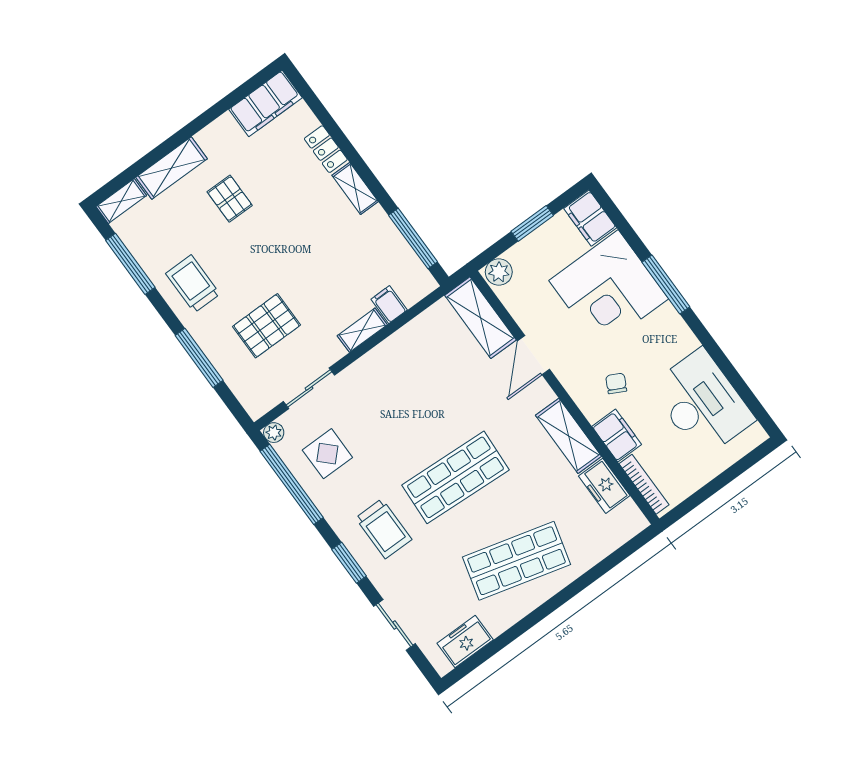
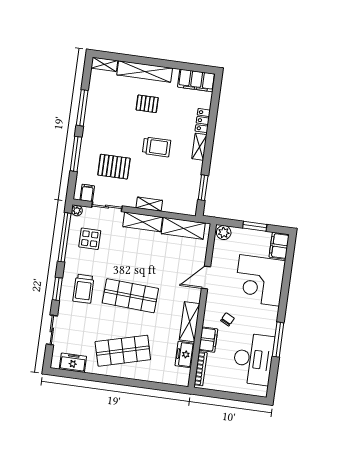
shelving: (172, 168) -> (145, 71), width x1.47
pallet: (230, 199) -> (147, 104), turned 90
window: (413, 239) -> (203, 188), width x0.69
window: (130, 264) -> (82, 108), moved
trolley: (193, 284) -> (157, 147), moved, turned 90
window: (666, 284) -> (278, 340), moved
filing cabinet: (389, 305) -> (87, 193), moved
shelving: (480, 318) -> (183, 228), moved, turned 90
shelving: (376, 363) -> (143, 222), added
shop shelf: (516, 561) -> (123, 351), turned -30

